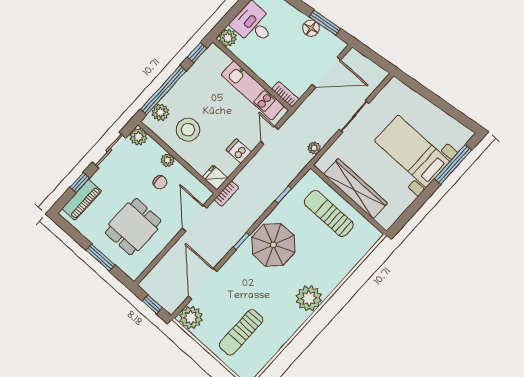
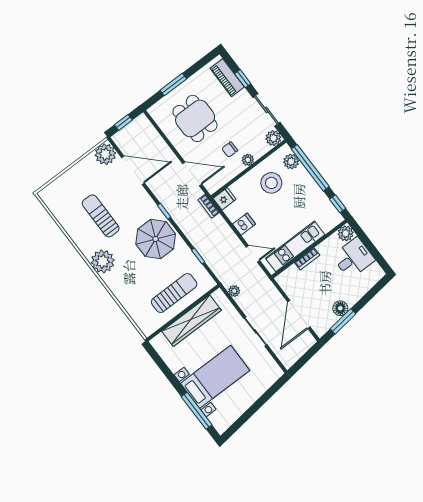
bookcase: (285, 94) -> (307, 259), moved
sun lounger: (241, 332) -> (101, 216), moved

